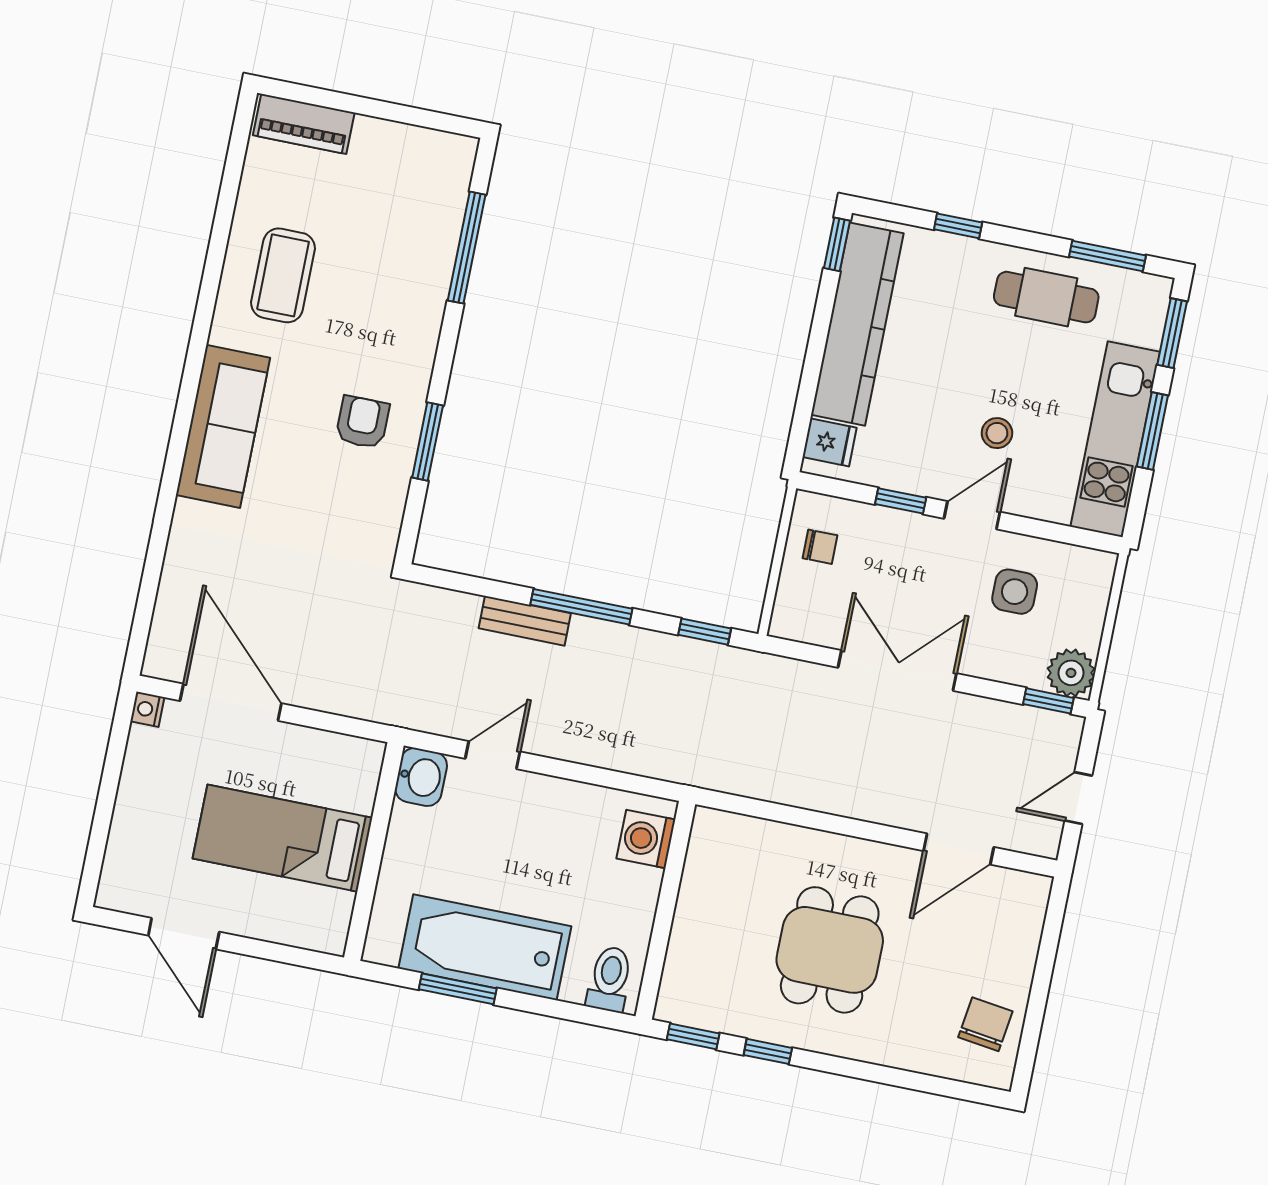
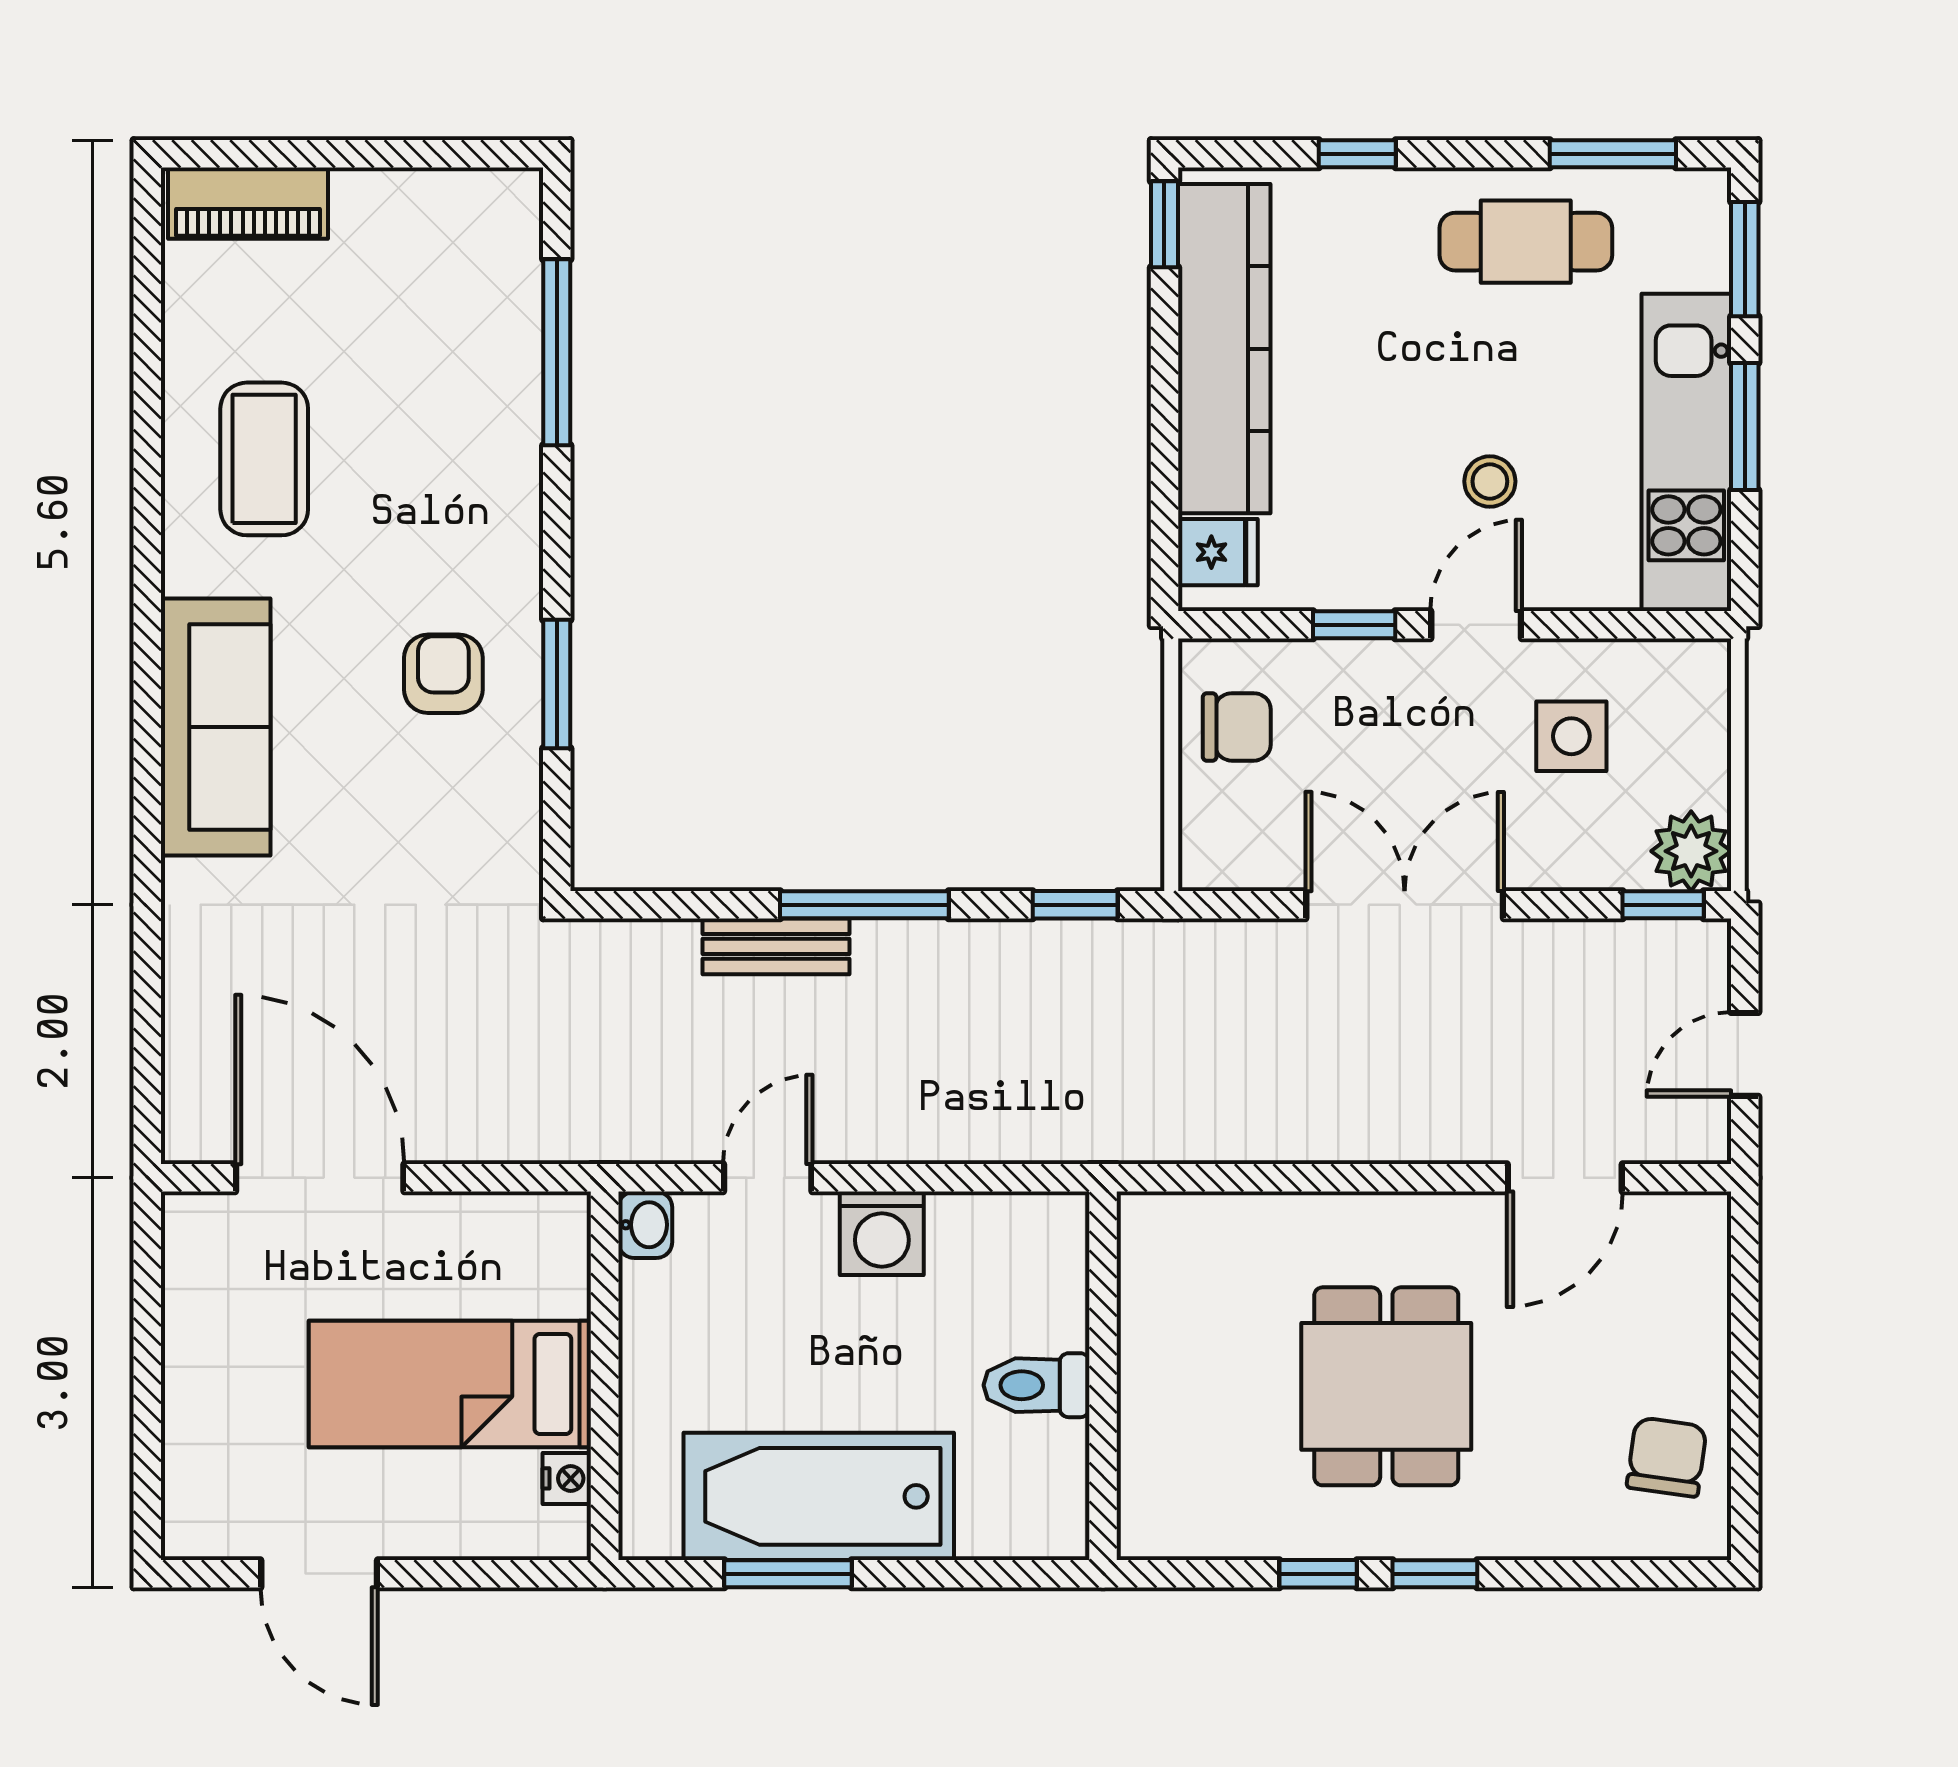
chair: (820, 547) -> (1237, 727), width x1.37, depth x1.37
nightstand: (147, 709) -> (567, 1478), moved, turned 180
washbasin: (421, 777) -> (645, 1225), width x0.72, depth x0.69
washing machine: (646, 839) -> (882, 1233), moved, turned -90
toilet: (610, 979) -> (1036, 1385), moved, turned -90
window: (693, 1036) -> (1435, 1574), moved

